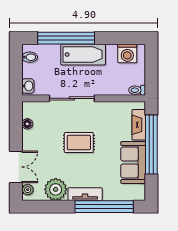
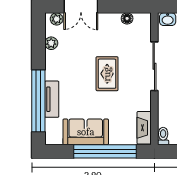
fireplace: (139, 125) -> (144, 128), moved, turned -90
plant: (56, 189) -> (51, 43), width x0.53, depth x0.53
tv unit: (85, 194) -> (52, 99), moved

